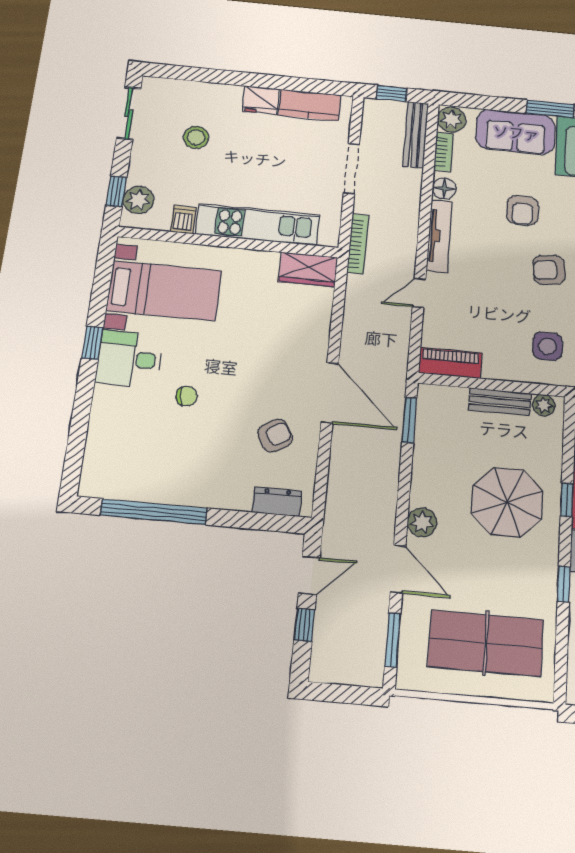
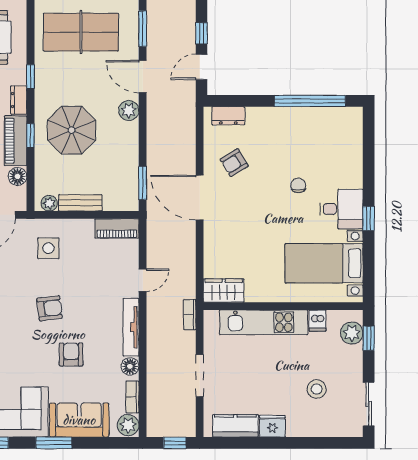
bench: (416, 135) -> (154, 409), removed
bookcase: (358, 244) -> (190, 315), width x0.64
chair: (187, 396) -> (298, 185), turned 97

